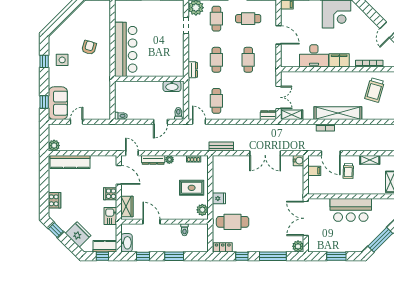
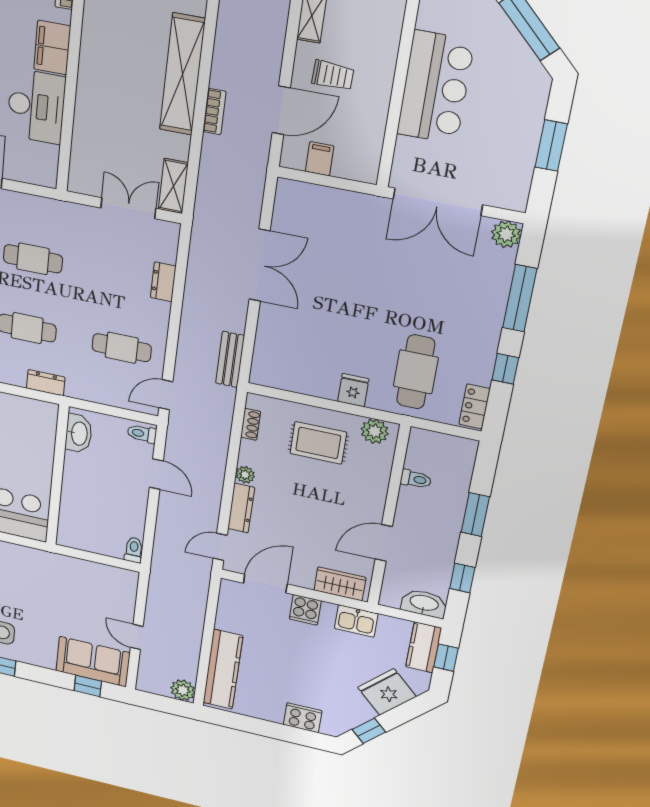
dresser: (268, 115) -> (163, 282), moved
water cooler: (299, 161) -> (289, 191), removed
rug: (192, 188) -> (318, 443), turned 90

